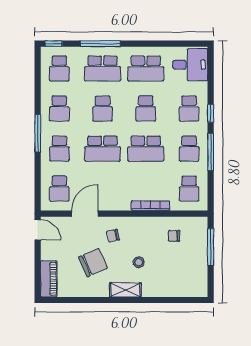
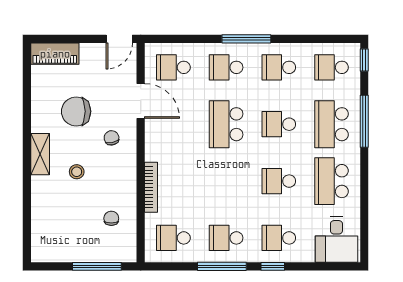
school desk: (146, 149) -> (226, 181), removed
chair: (93, 263) -> (76, 111), turned 114

